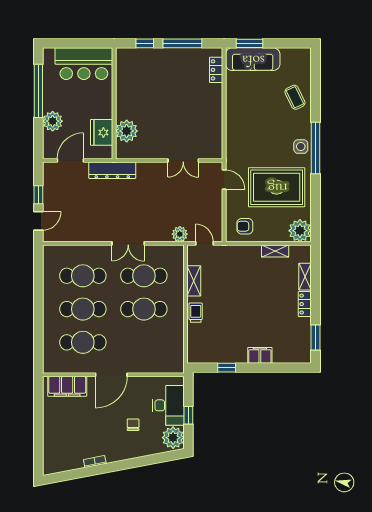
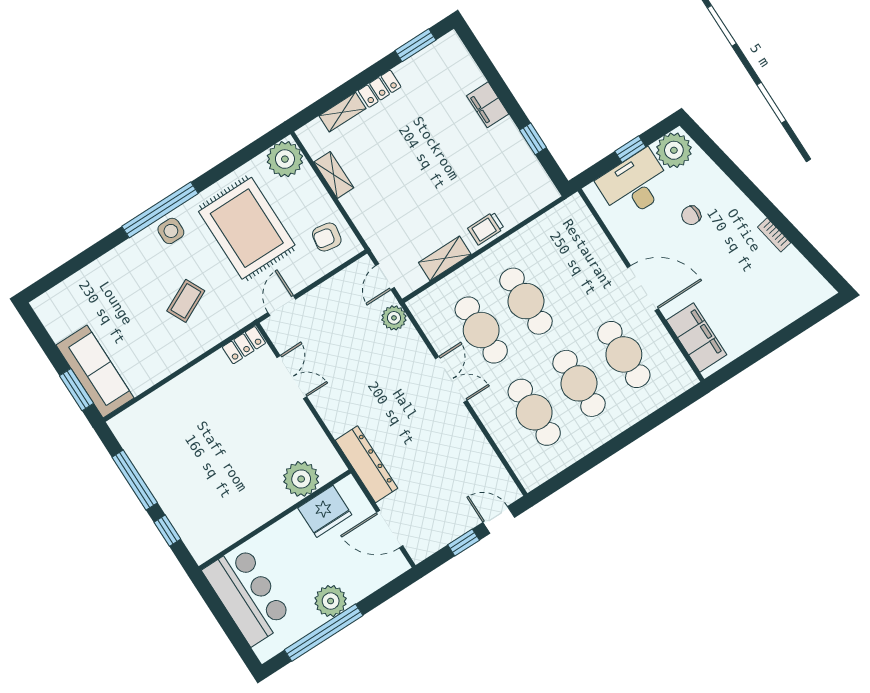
locker: (216, 70) -> (244, 345), moved
coffee table: (295, 97) -> (186, 301), moved
plant: (53, 121) -> (331, 601), moved
armchair: (245, 226) -> (327, 237), turned 100

